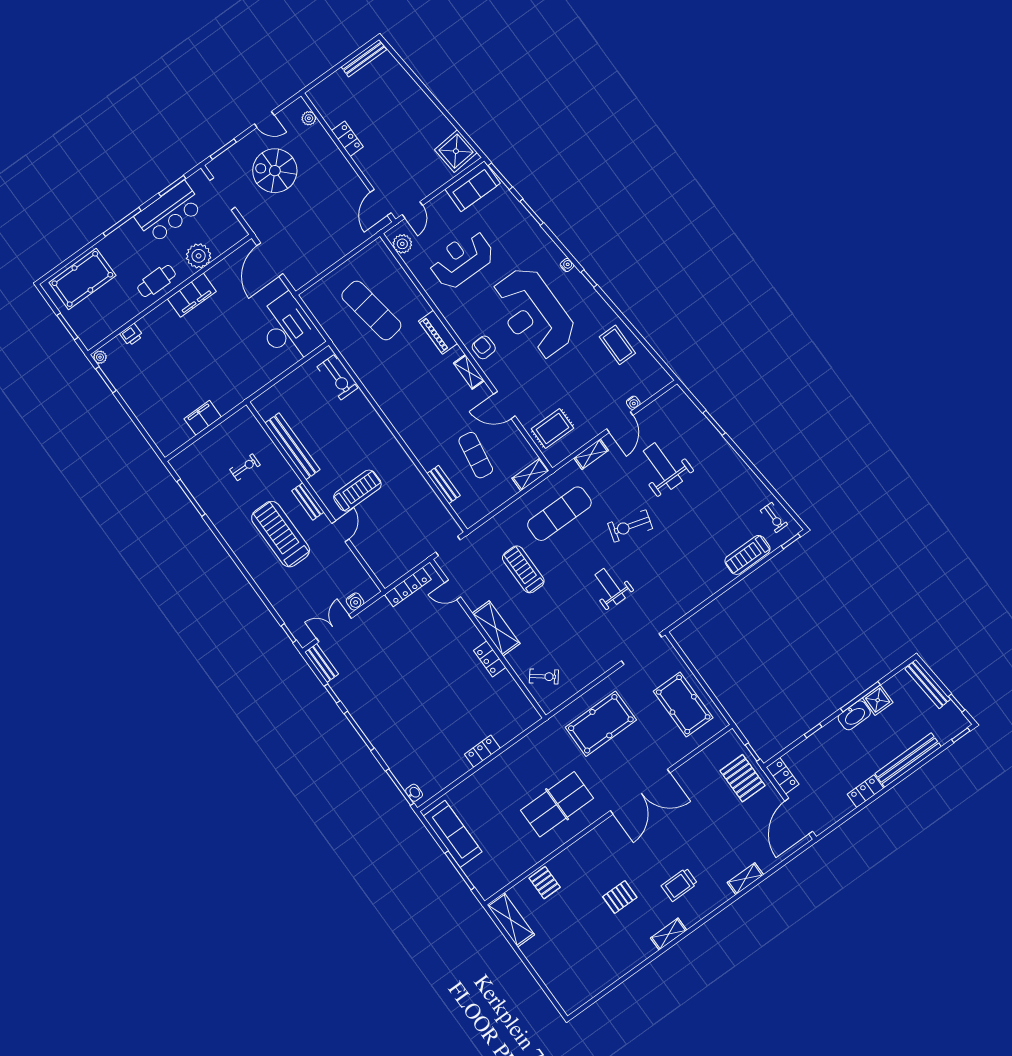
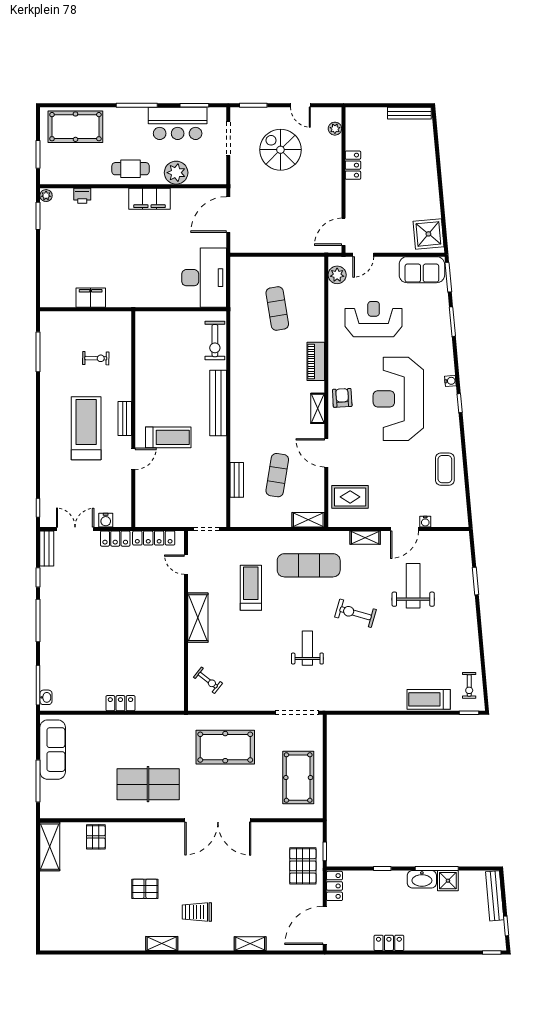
exercise mat: (371, 310) -> (277, 308), width x0.73, depth x0.69
bench: (292, 446) -> (218, 403), moved
locker: (490, 659) -> (115, 539), moved, turned -90
bench: (908, 760) -> (438, 943), removed

